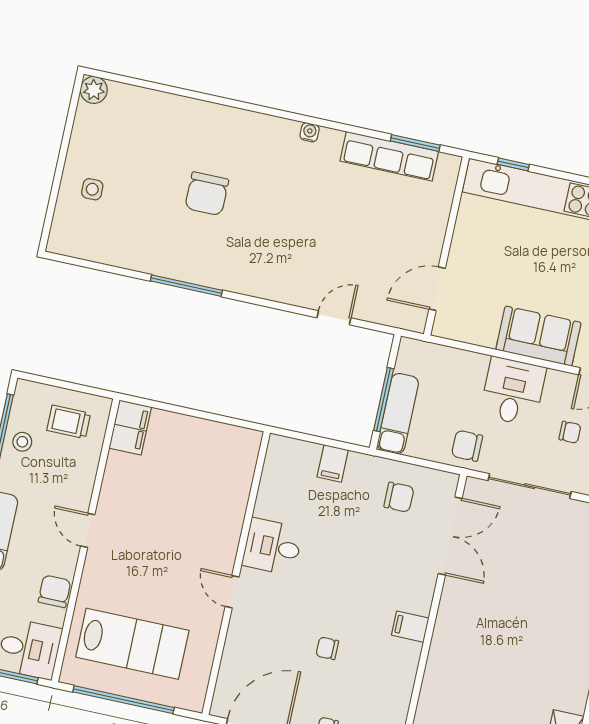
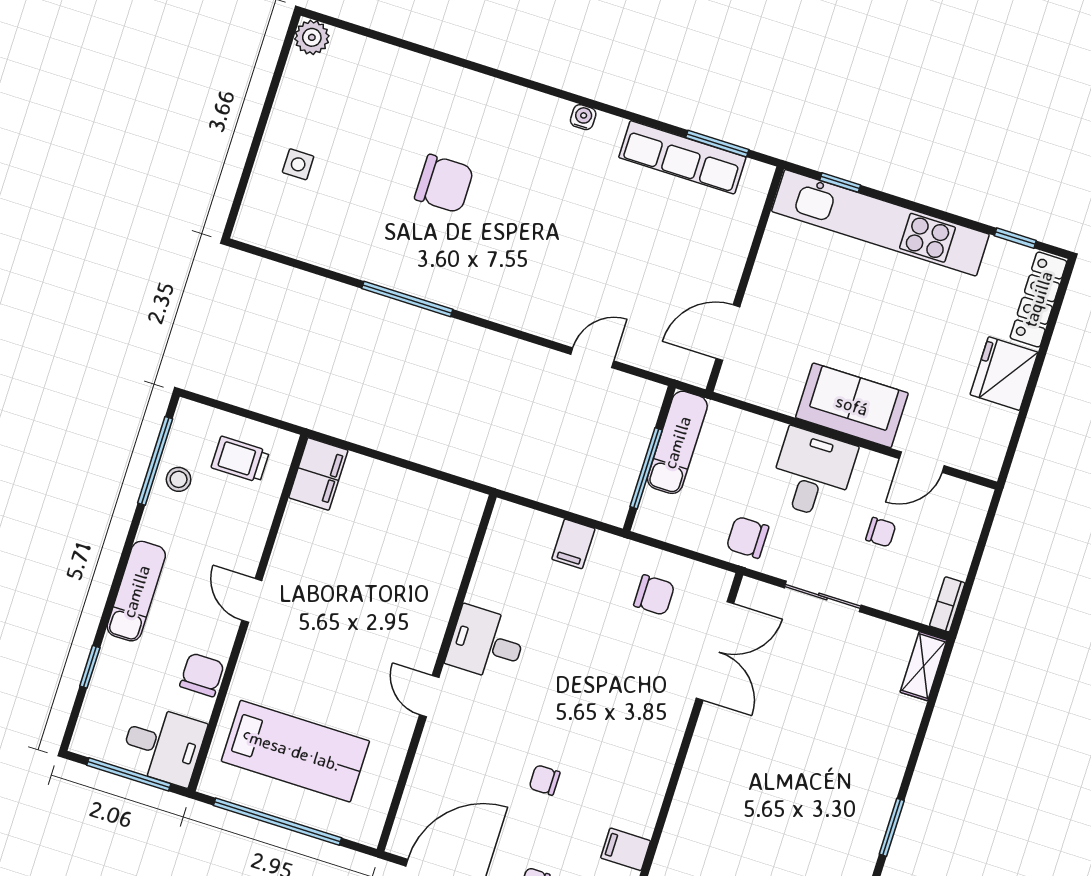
chair: (207, 194) -> (444, 184), turned -90
exam couch: (398, 414) -> (677, 442), moved
sliding door: (530, 486) -> (823, 596), width x0.73
filing cabinet: (410, 627) -> (626, 849), moved

